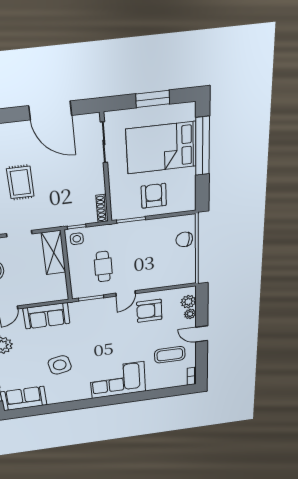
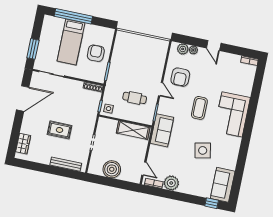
window: (153, 99) -> (33, 49), moved
bed: (162, 148) -> (71, 42), width x0.67
armchair: (154, 196) -> (96, 53), turned 89
chair: (184, 239) -> (133, 41), removed
shelving: (54, 253) -> (133, 130), moved
sofa: (47, 316) -> (162, 130), moved
door: (202, 334) -> (214, 46), hinge flipped
coffee table: (170, 355) -> (199, 108), moved

